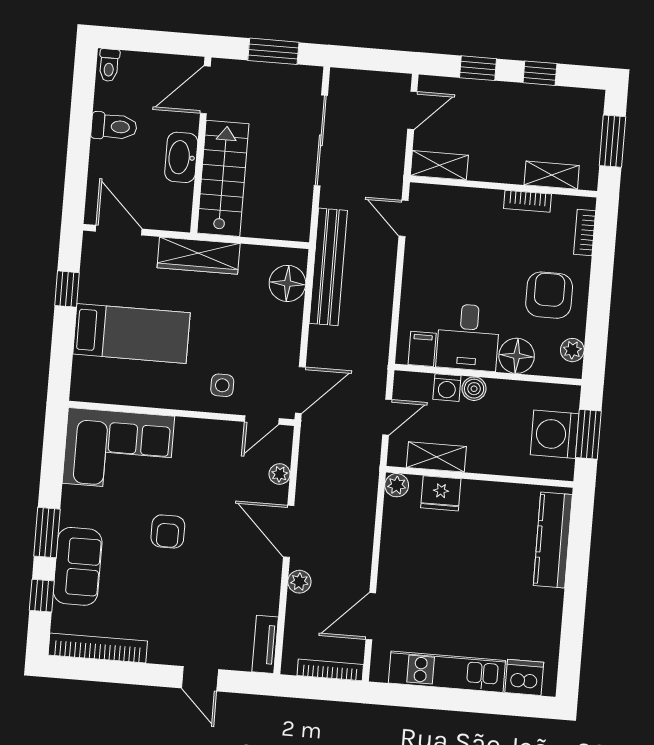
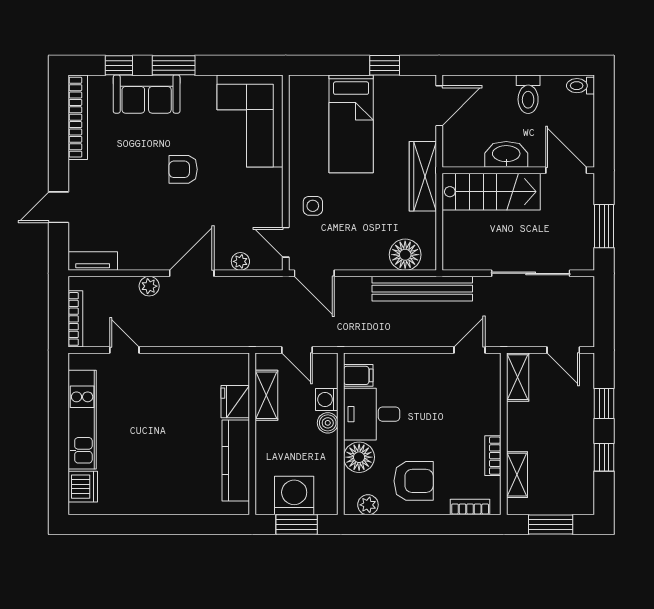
plant: (397, 485) -> (239, 363), removed
kitchen counter: (553, 540) -> (236, 461), moved, turned -90
door: (371, 616) -> (124, 350), width x0.73

